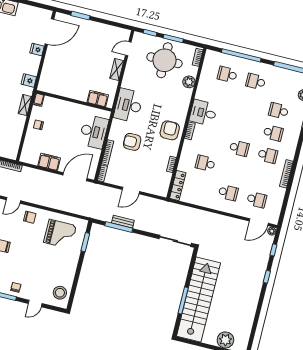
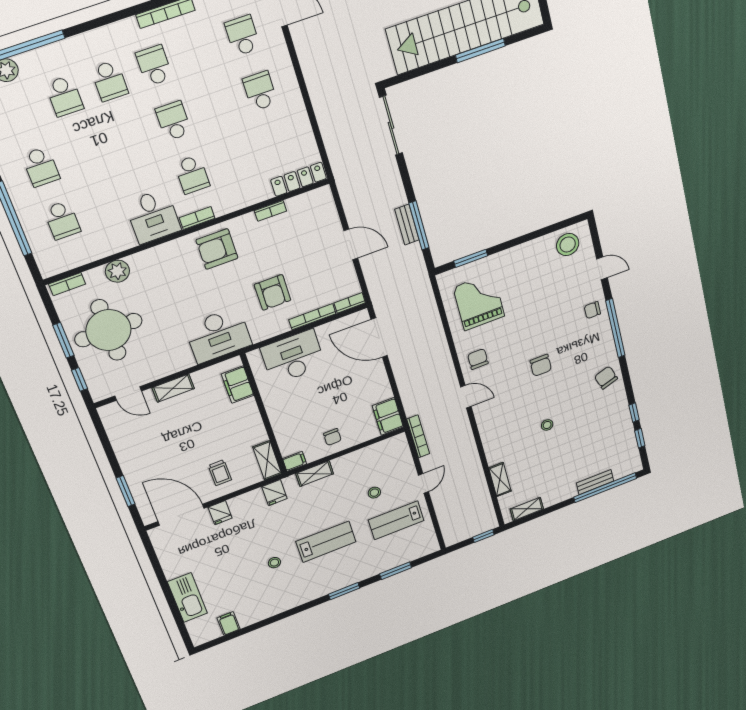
trolley: (58, 63) -> (220, 473), added
shelving: (49, 88) -> (267, 460), added
school desk: (273, 133) -> (109, 81), turned 180
filing cabinet: (49, 162) -> (388, 416), moved
school desk: (205, 163) -> (192, 174), moved

